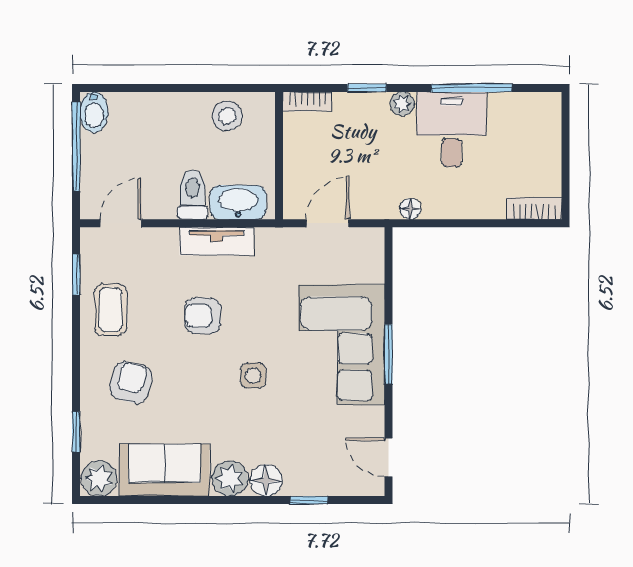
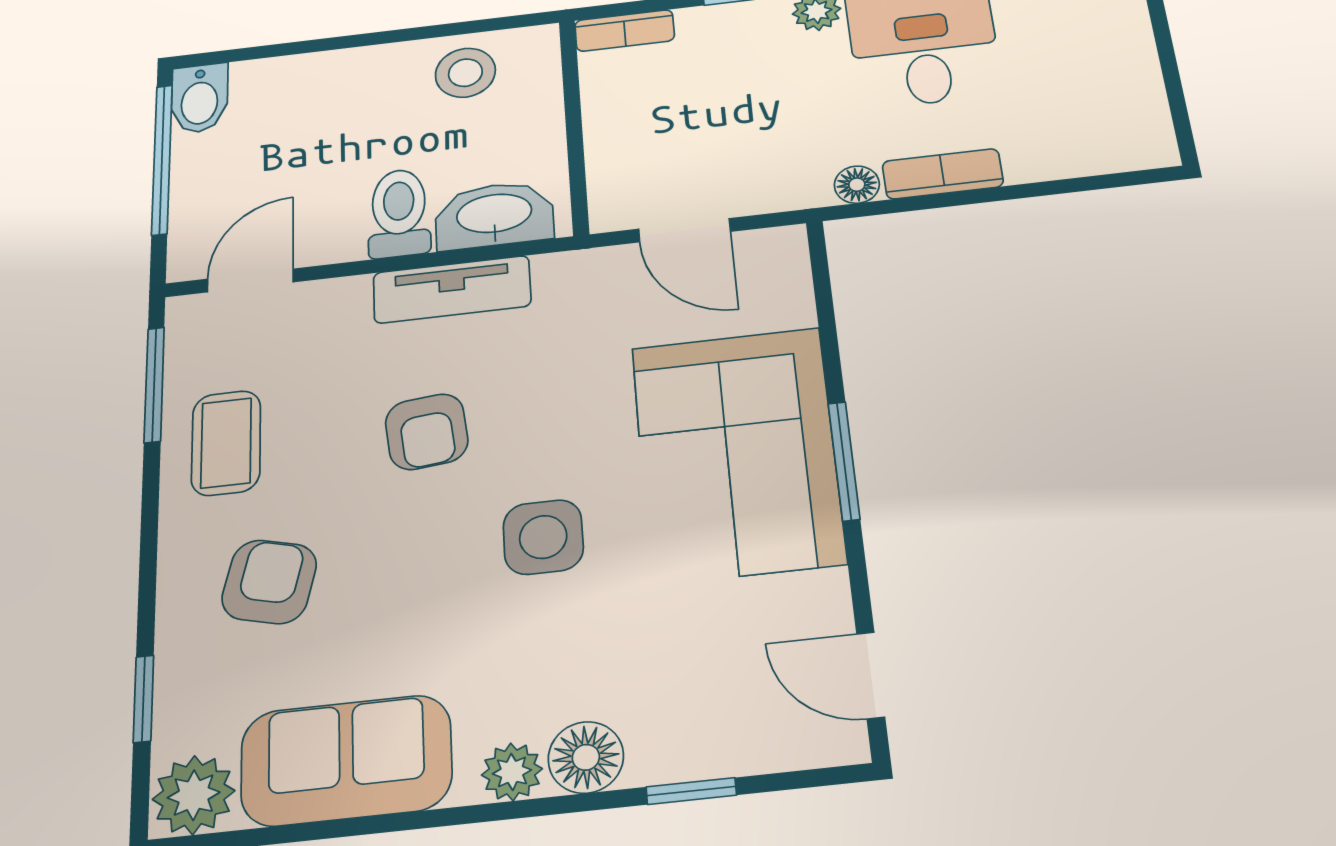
bookcase: (534, 208) -> (943, 174), moved
door: (328, 223) -> (684, 230), swing flipped
window: (76, 274) -> (154, 385), width x1.50
armchair: (203, 316) -> (427, 432), turned -98
side table: (253, 375) -> (543, 537), width x1.37, depth x1.37
plant: (230, 478) -> (512, 772), width x0.73, depth x0.73

